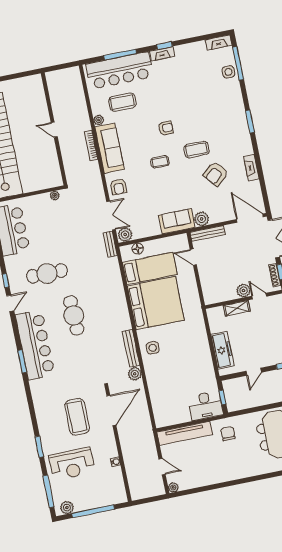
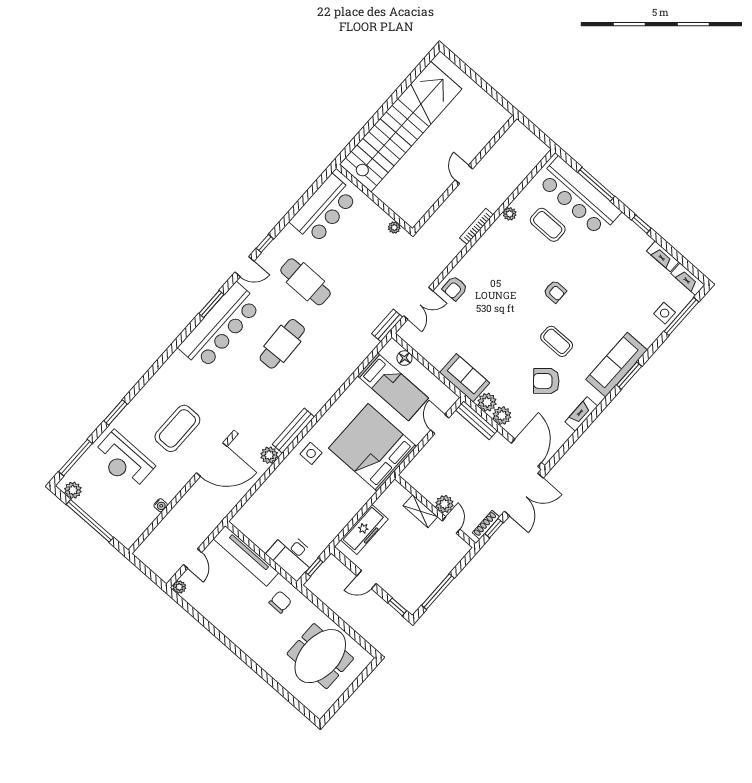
fireplace: (162, 54) -> (663, 256), moved
sofa: (109, 148) -> (617, 365), moved, turned 180
coffee table: (160, 162) -> (514, 312), removed
plant: (125, 235) -> (502, 416), moved
bed: (156, 303) -> (373, 447), moved, turned 180
window: (22, 361) -> (211, 304), moved

